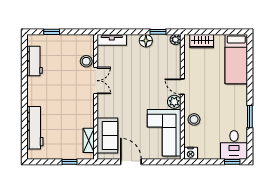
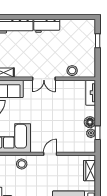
plant: (175, 40) -> (91, 133), moved
workbench: (35, 61) -> (47, 26), moved
double door: (96, 81) -> (44, 79), moved
plant: (174, 102) -> (37, 147), removed

